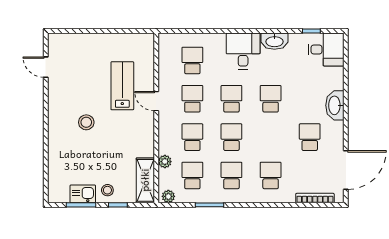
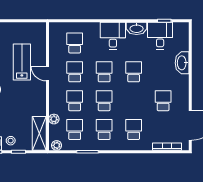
desk: (326, 49) -> (160, 36), moved, turned -90
washbasin: (335, 105) -> (182, 63), moved

